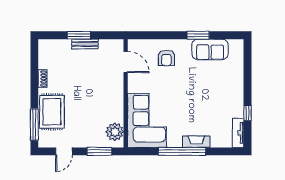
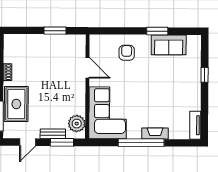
window: (79, 35) -> (55, 31), moved
bench: (85, 44) -> (53, 134), moved
armchair: (166, 58) -> (127, 53), turned 180
door: (126, 62) -> (87, 68), moved
window: (248, 113) -> (205, 75), moved

